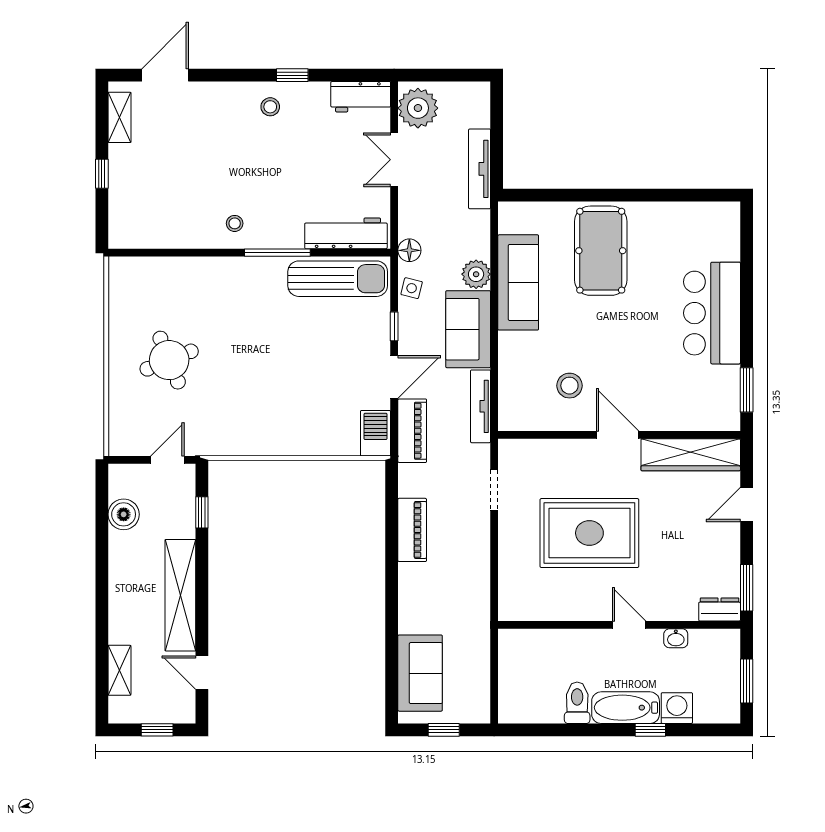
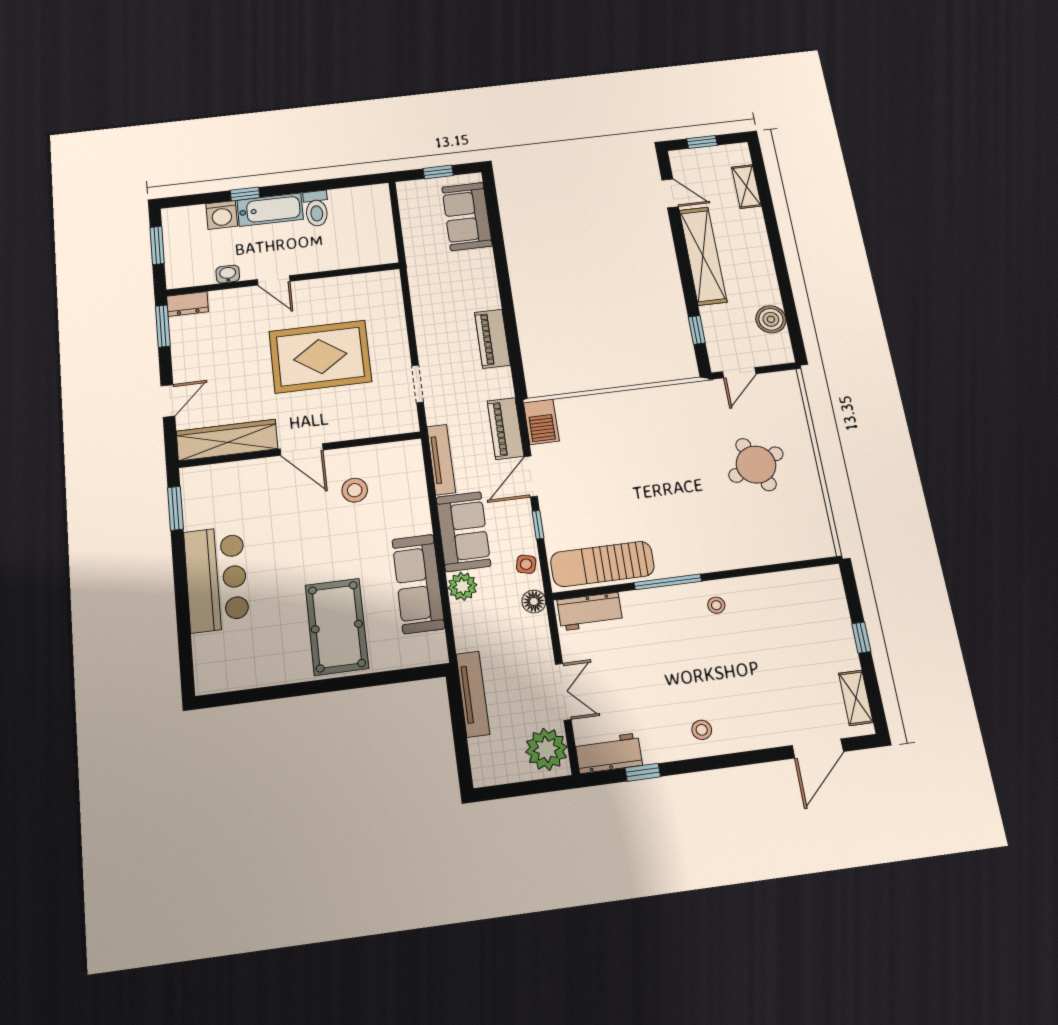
window: (292, 75) -> (643, 772), moved
workbench: (346, 233) -> (590, 611), width x0.73

